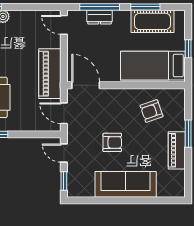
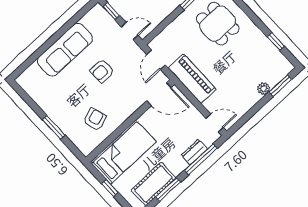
door: (64, 113) -> (156, 60), swing flipped
piano: (177, 150) -> (51, 108), removed

